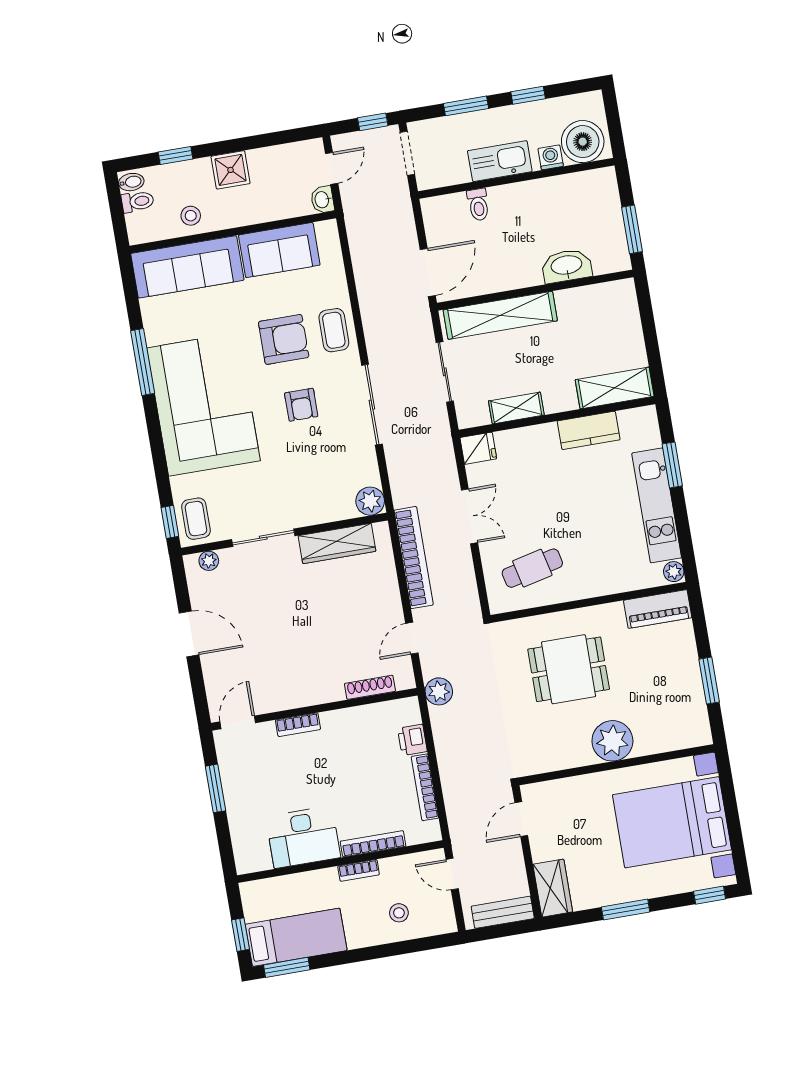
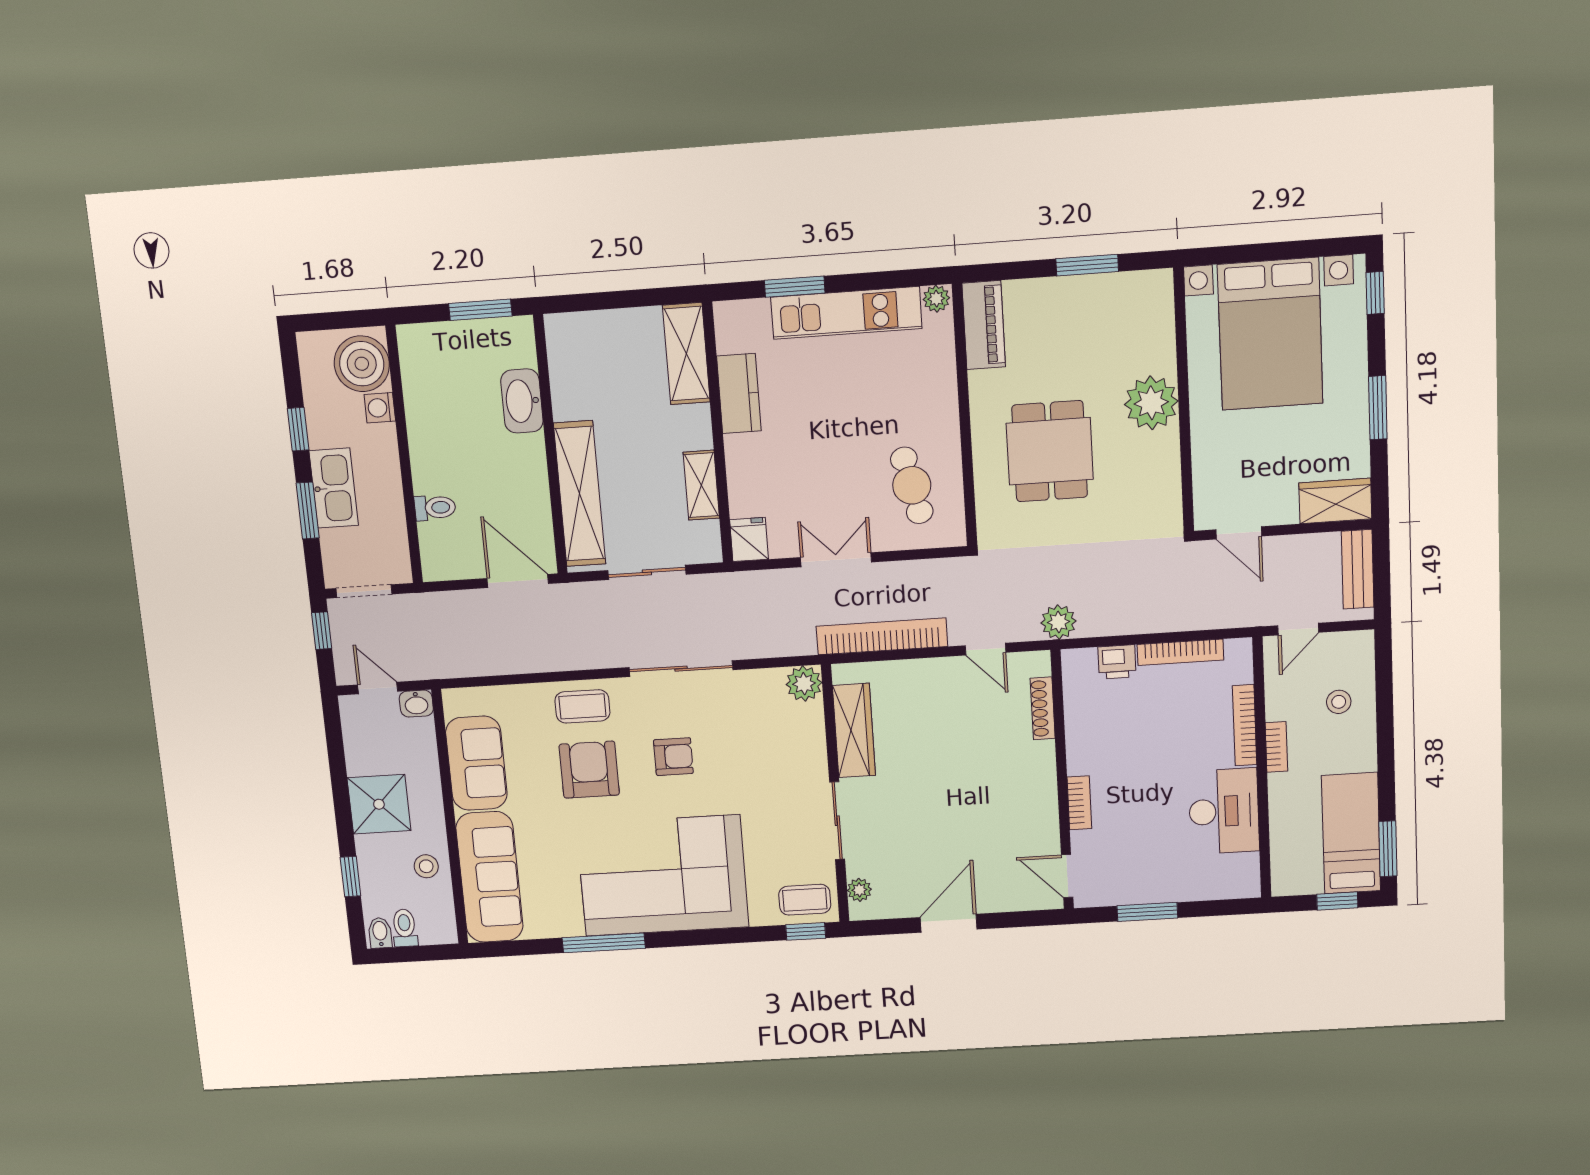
kitchen sink: (500, 161) -> (334, 488), moved, turned 180
shower: (231, 170) -> (379, 804), width x1.36, depth x1.36

